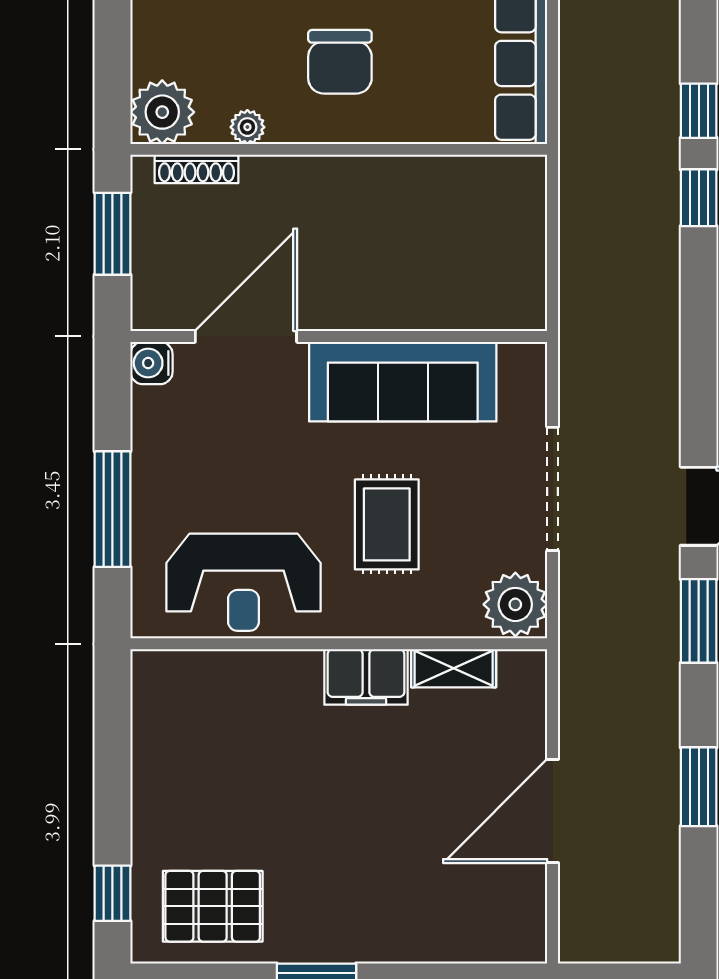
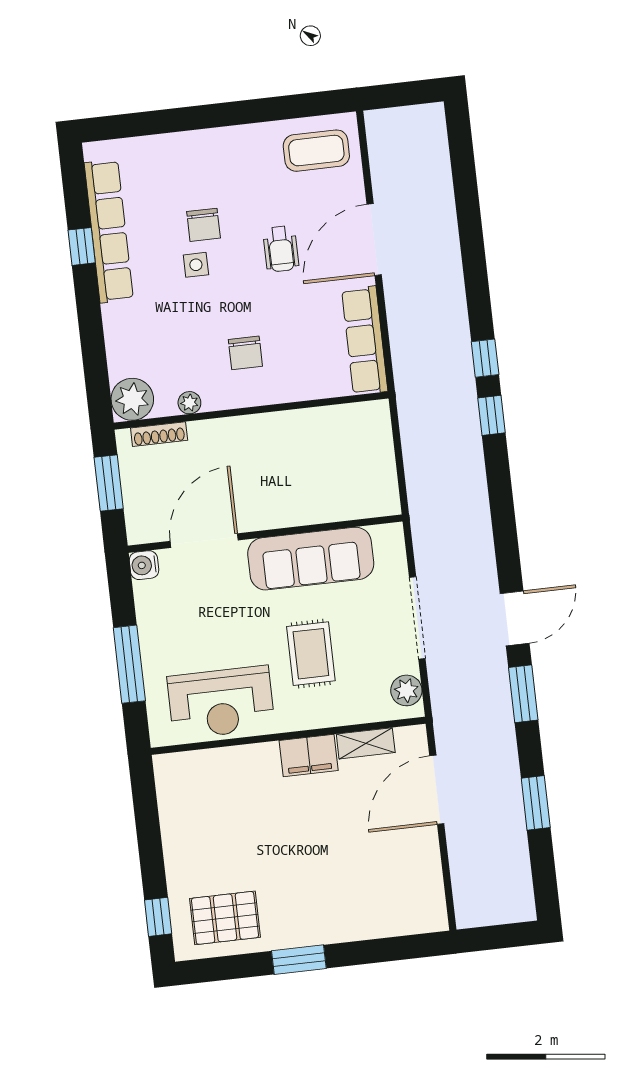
chair: (340, 62) -> (245, 353), width x0.73, depth x0.73
plant: (515, 604) -> (406, 690), width x0.73, depth x0.73
door: (553, 811) -> (437, 790), moved

